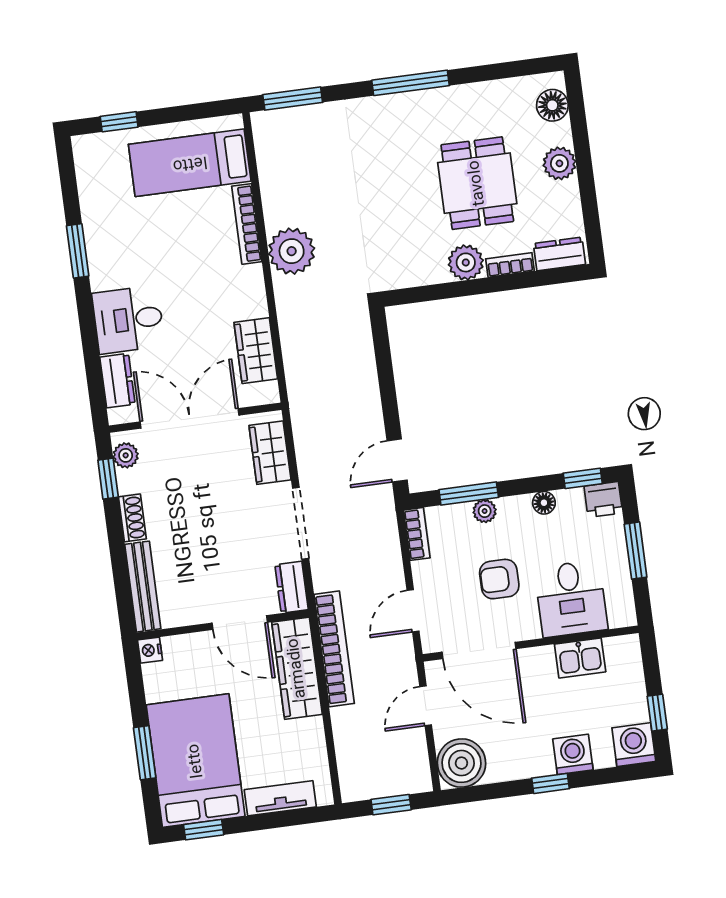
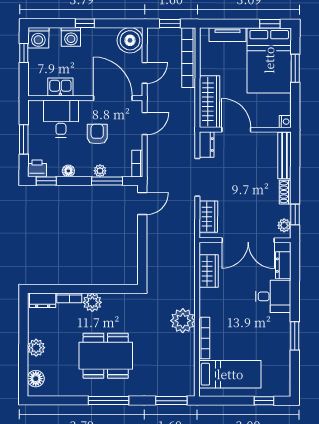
dining table: (477, 183) -> (106, 356), moved, width x1.38
armchair: (499, 579) -> (97, 134), turned -90
bookcase: (334, 649) -> (189, 58), moved

